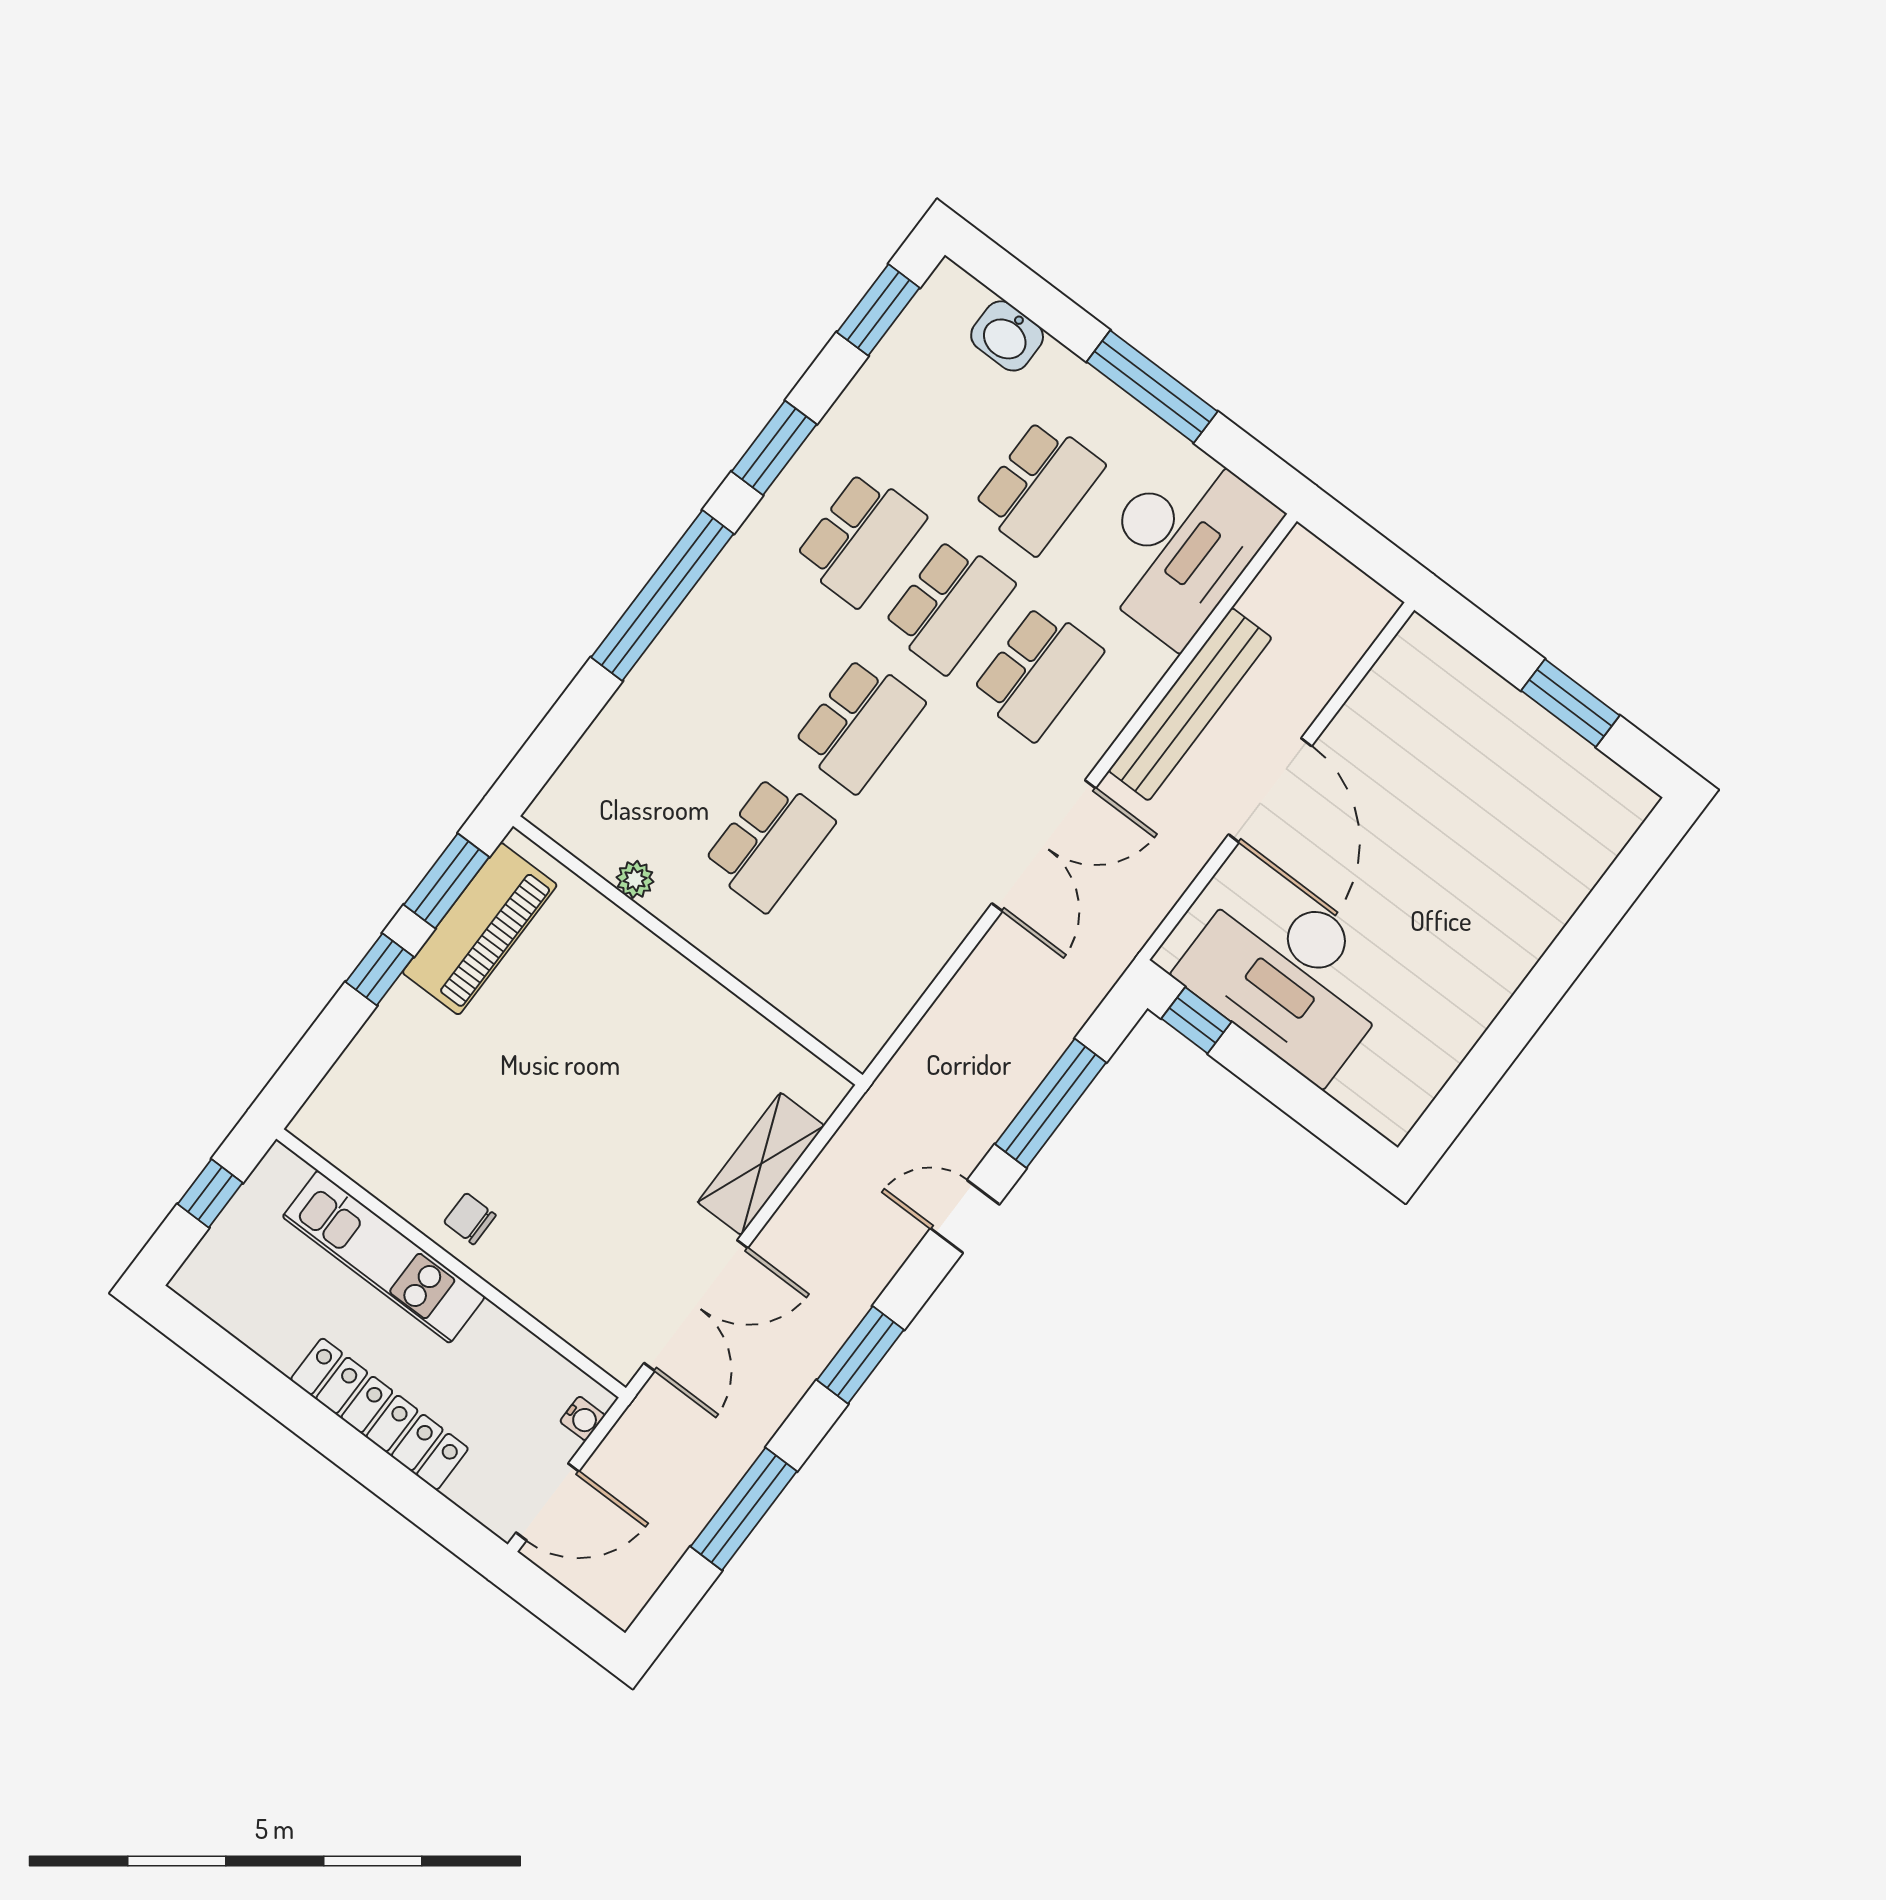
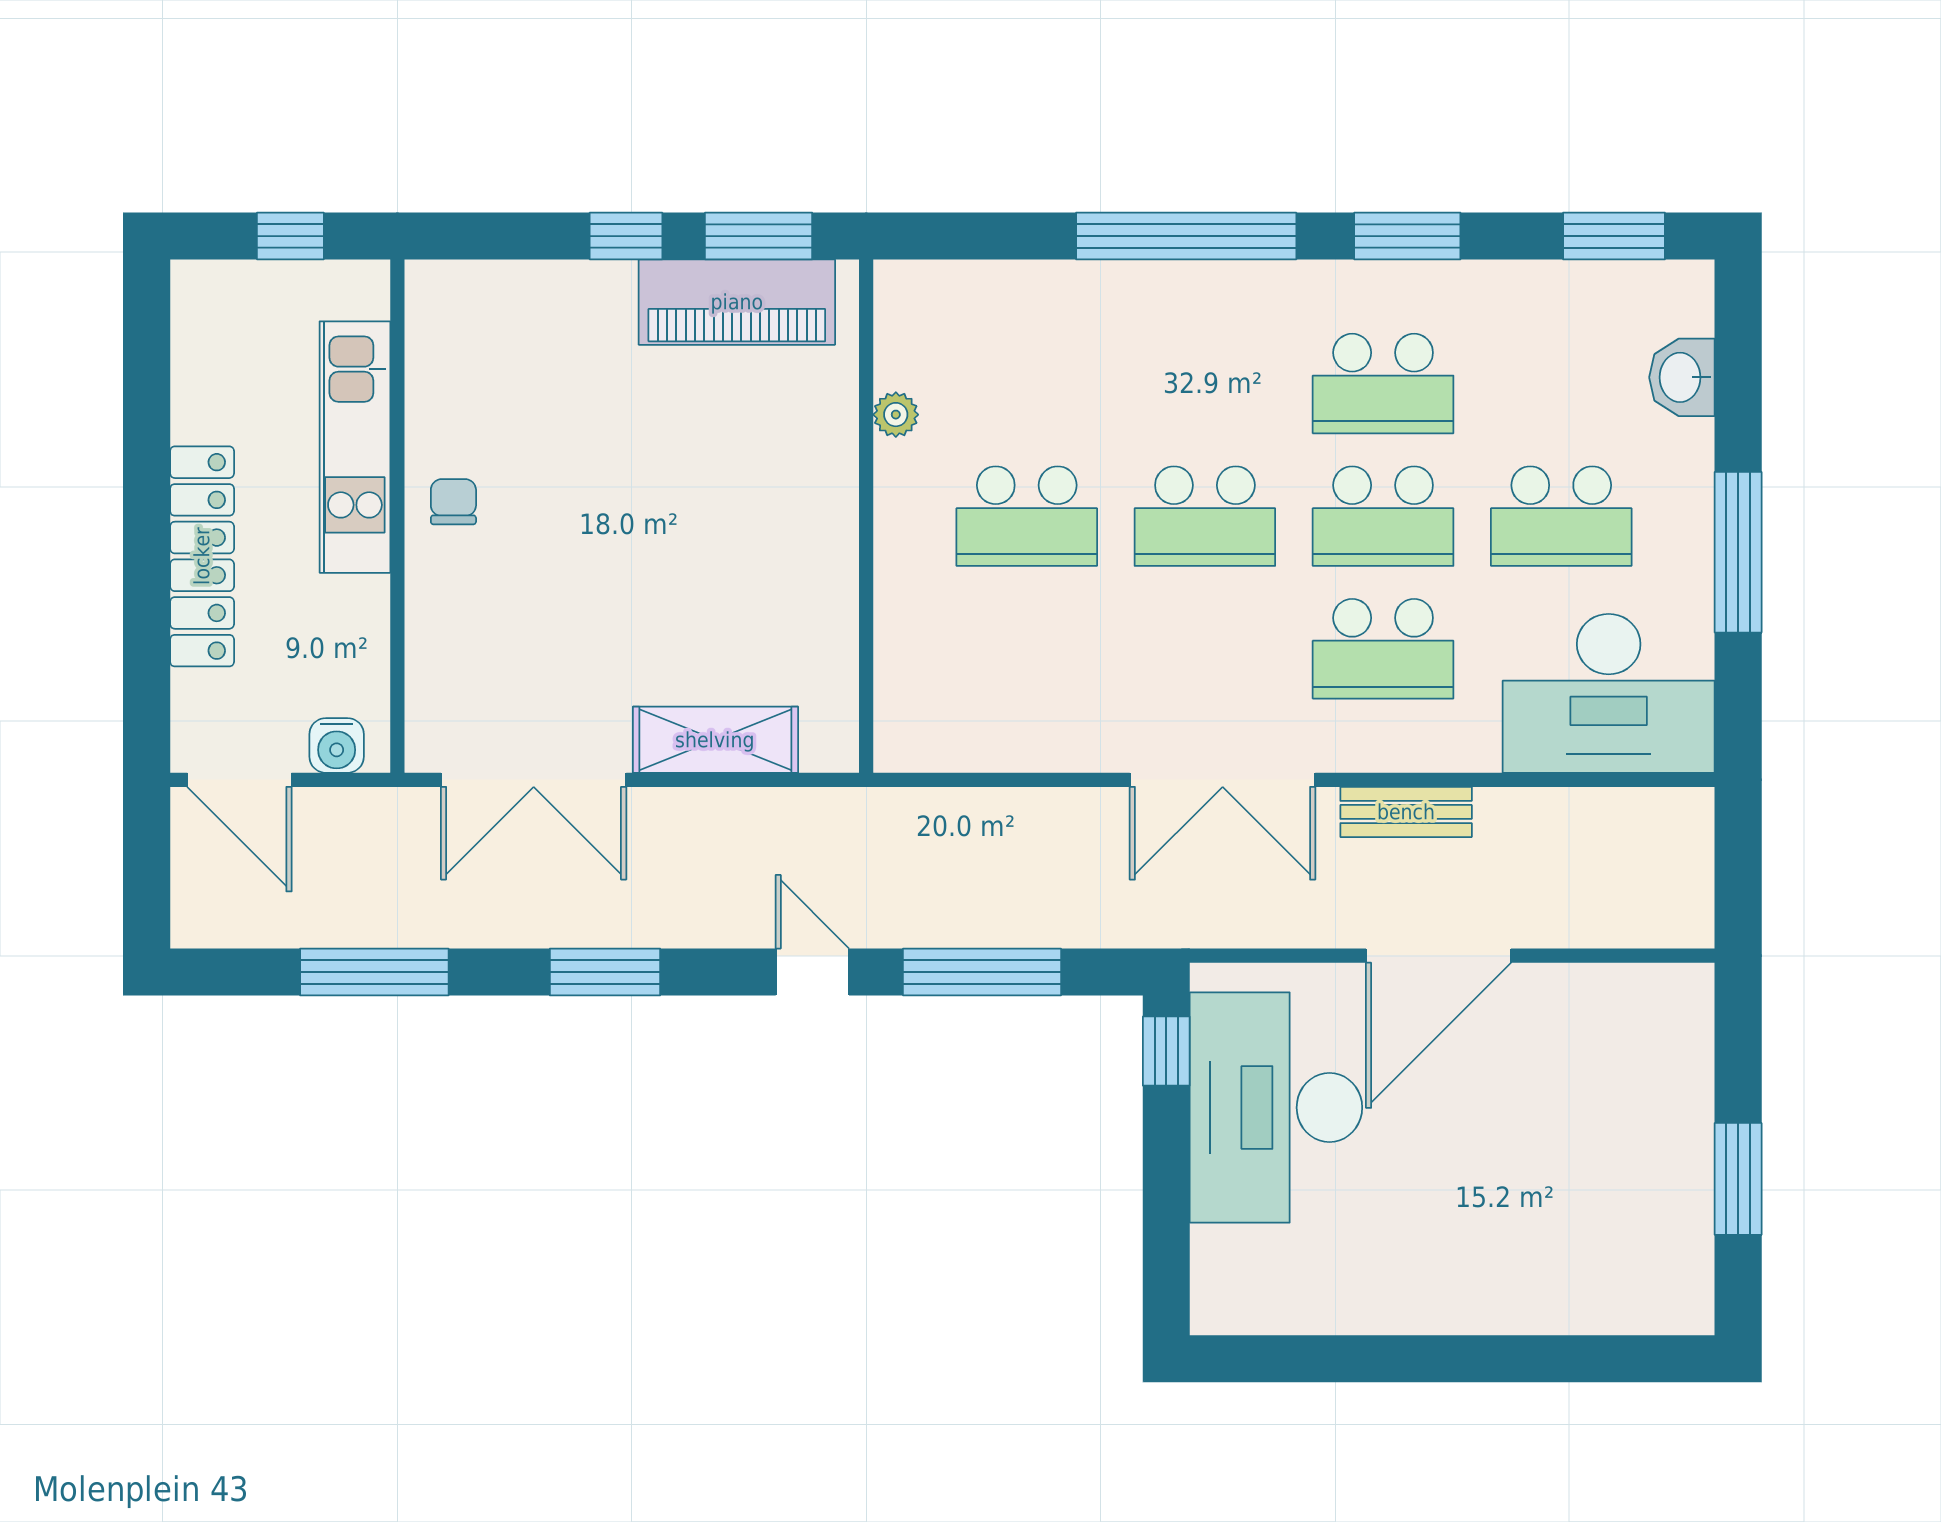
bench: (1190, 704) -> (1406, 812), width x0.54, depth x0.82
water cooler: (582, 1418) -> (337, 745), width x1.38, depth x1.38

